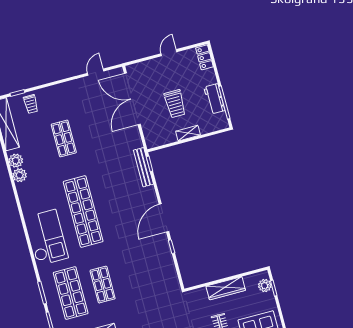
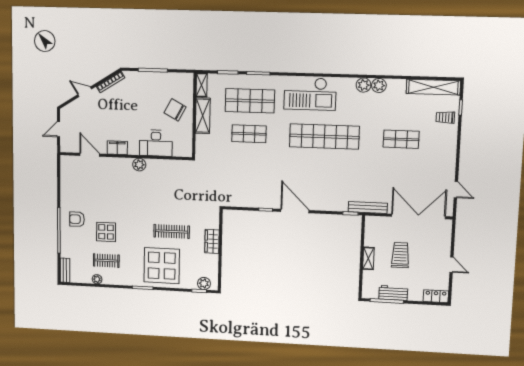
trolley: (175, 104) -> (400, 255), turned 90
plant: (16, 161) -> (363, 85), moved
bench: (143, 167) -> (368, 207), moved
wardrobe: (226, 288) -> (212, 241), width x0.67

